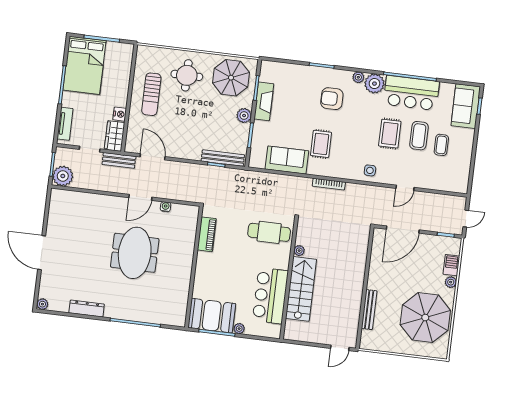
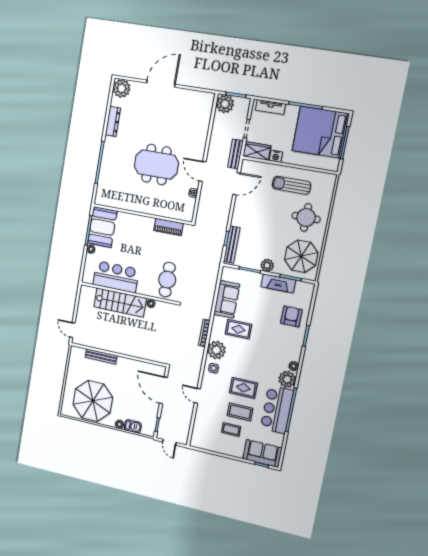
bed: (85, 65) -> (321, 132), width x1.36
armchair: (332, 99) -> (291, 316), moved
plant: (348, 168) -> (216, 350), added
plant: (42, 304) -> (122, 88), width x1.87, depth x1.87

